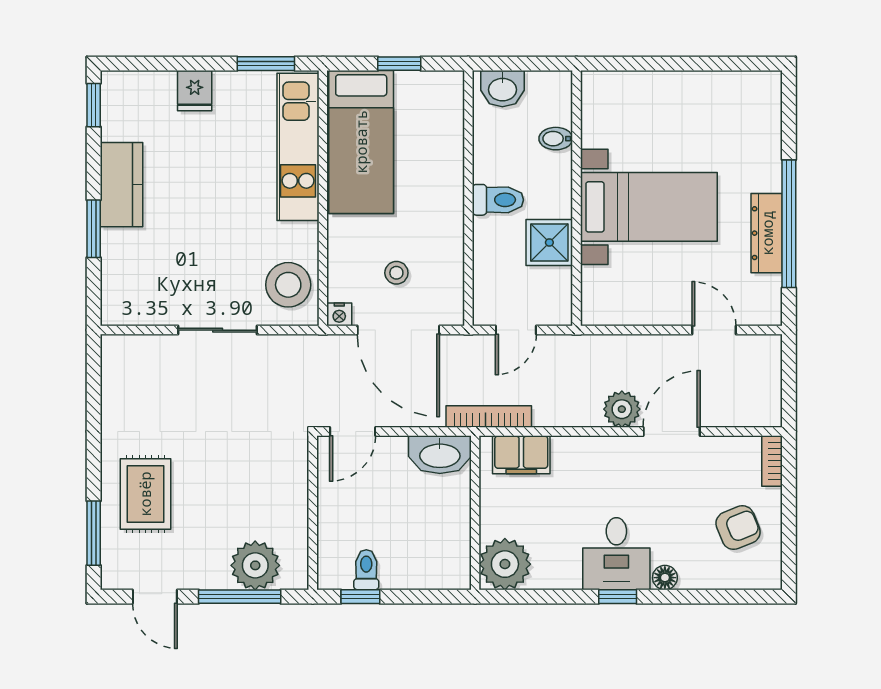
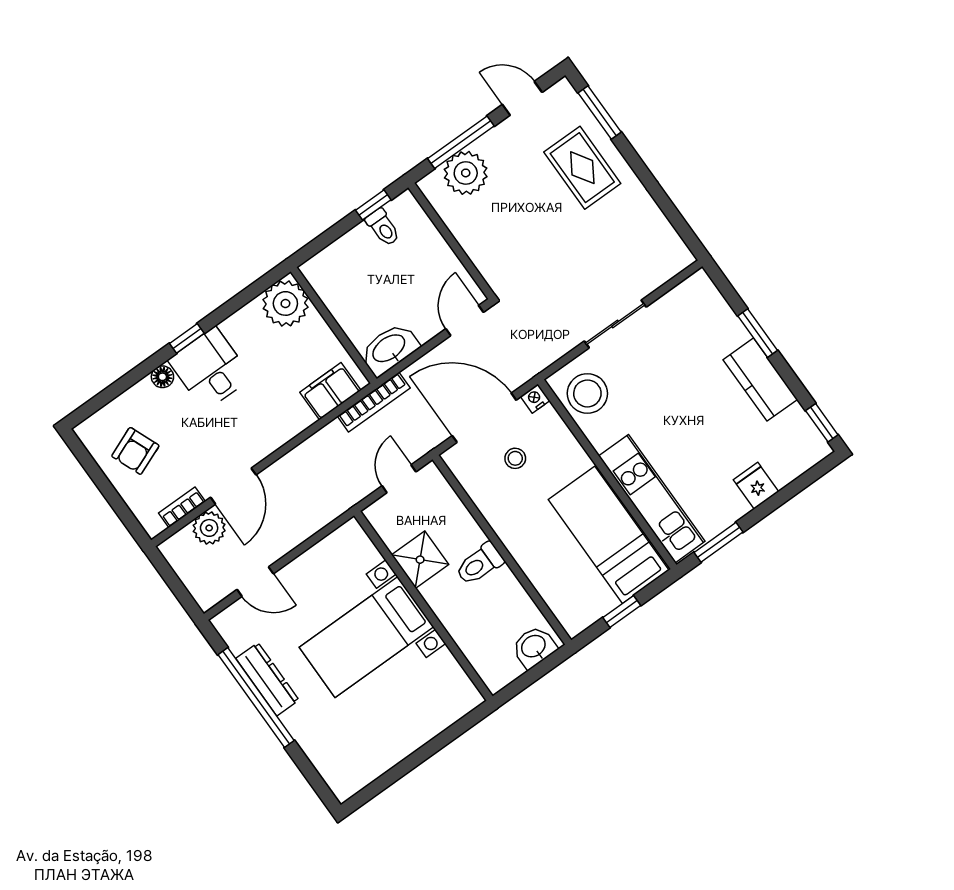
bidet: (556, 139) -> (469, 638), removed
plant: (622, 409) -> (209, 528), moved
bookcase: (772, 461) -> (182, 507), moved, turned -90

